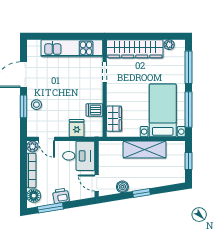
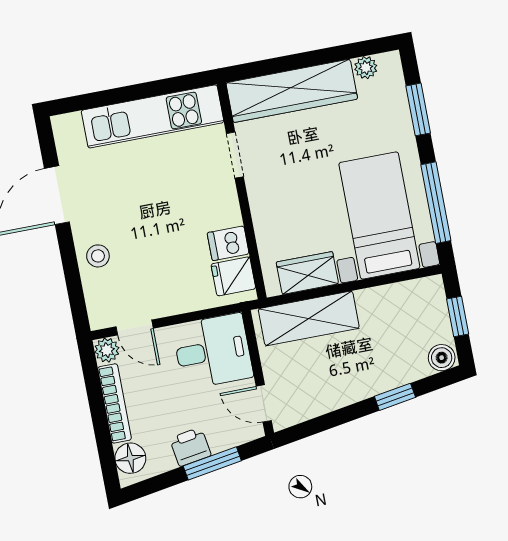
window: (188, 67) -> (418, 109), width x0.69
window: (24, 106) -> (70, 265), removed
wardrobe: (114, 119) -> (307, 273), moved, turned -90
fridge: (77, 128) -> (233, 276), moved, turned -90
shelving: (145, 149) -> (309, 318), moved
boiler: (122, 187) -> (442, 358), moved
window: (141, 193) -> (395, 397), moved
window: (50, 208) -> (212, 463), moved

